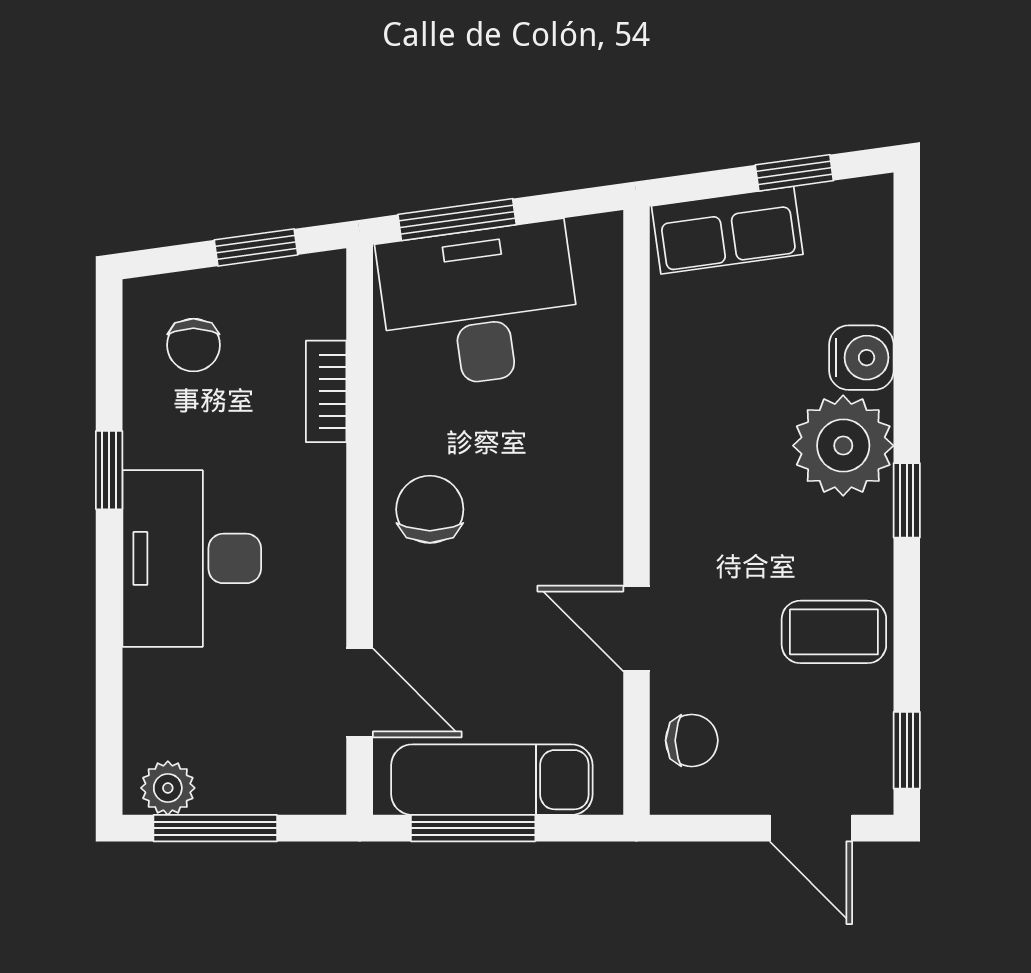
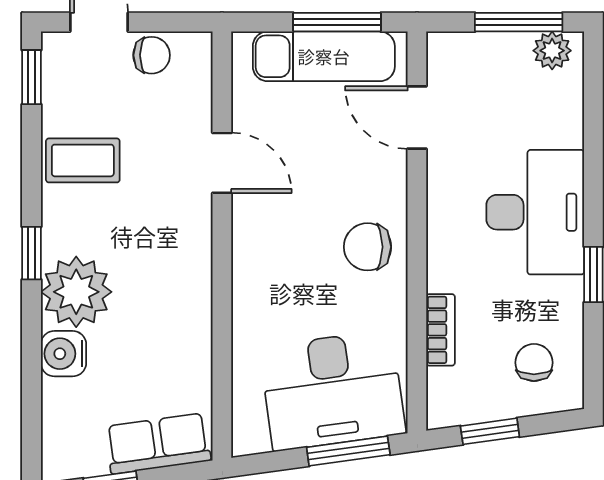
chair: (430, 509) -> (368, 247), turned 90
chair: (692, 740) -> (152, 55), moved, turned 180

